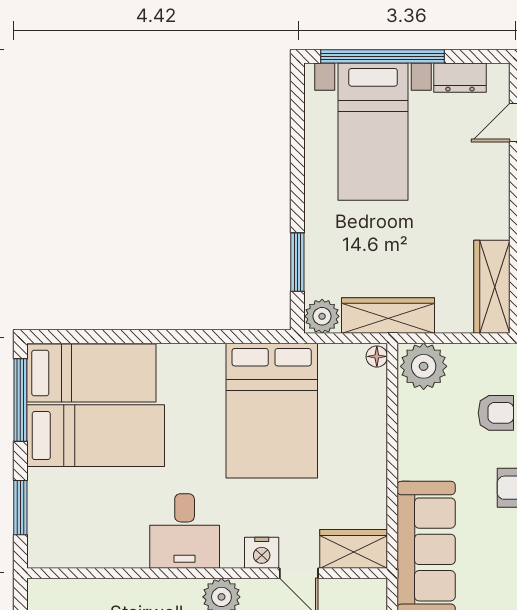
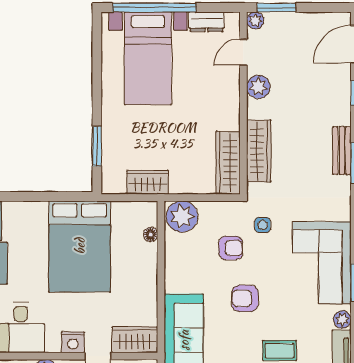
wardrobe: (388, 315) -> (148, 182), width x0.67
plant: (322, 316) -> (114, 183), removed
floor lamp: (377, 356) -> (150, 234), moved

